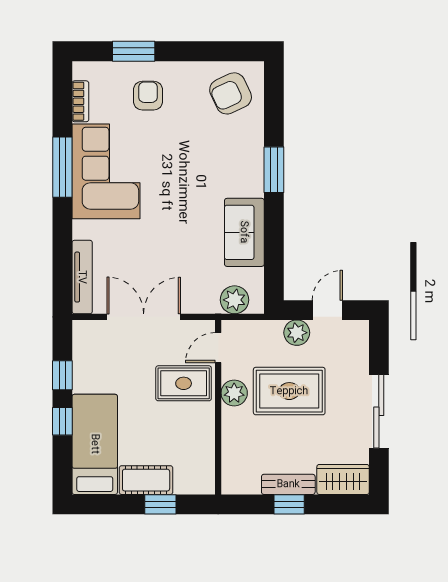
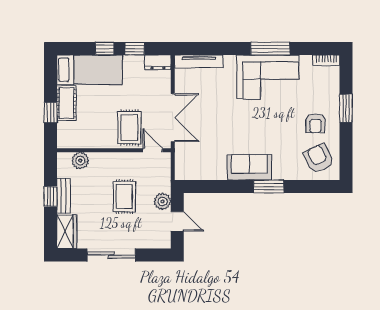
window: (134, 51) -> (346, 108), moved
armchair: (148, 96) -> (315, 123), moved, turned 90
bookcase: (80, 101) -> (326, 60), moved
sofa: (244, 232) -> (249, 167), moved
plant: (234, 300) -> (184, 161), removed
double door: (144, 317) -> (173, 118), moved
dresser: (83, 340) -> (158, 62), added
rug: (289, 391) -> (124, 197), width x0.73, depth x0.70
plant: (234, 393) -> (80, 161), moved

